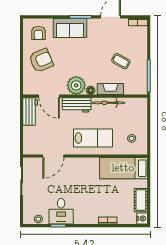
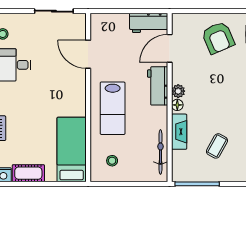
plant: (76, 85) -> (178, 91), width x0.53, depth x0.53
bicycle: (108, 103) -> (160, 152), moved

